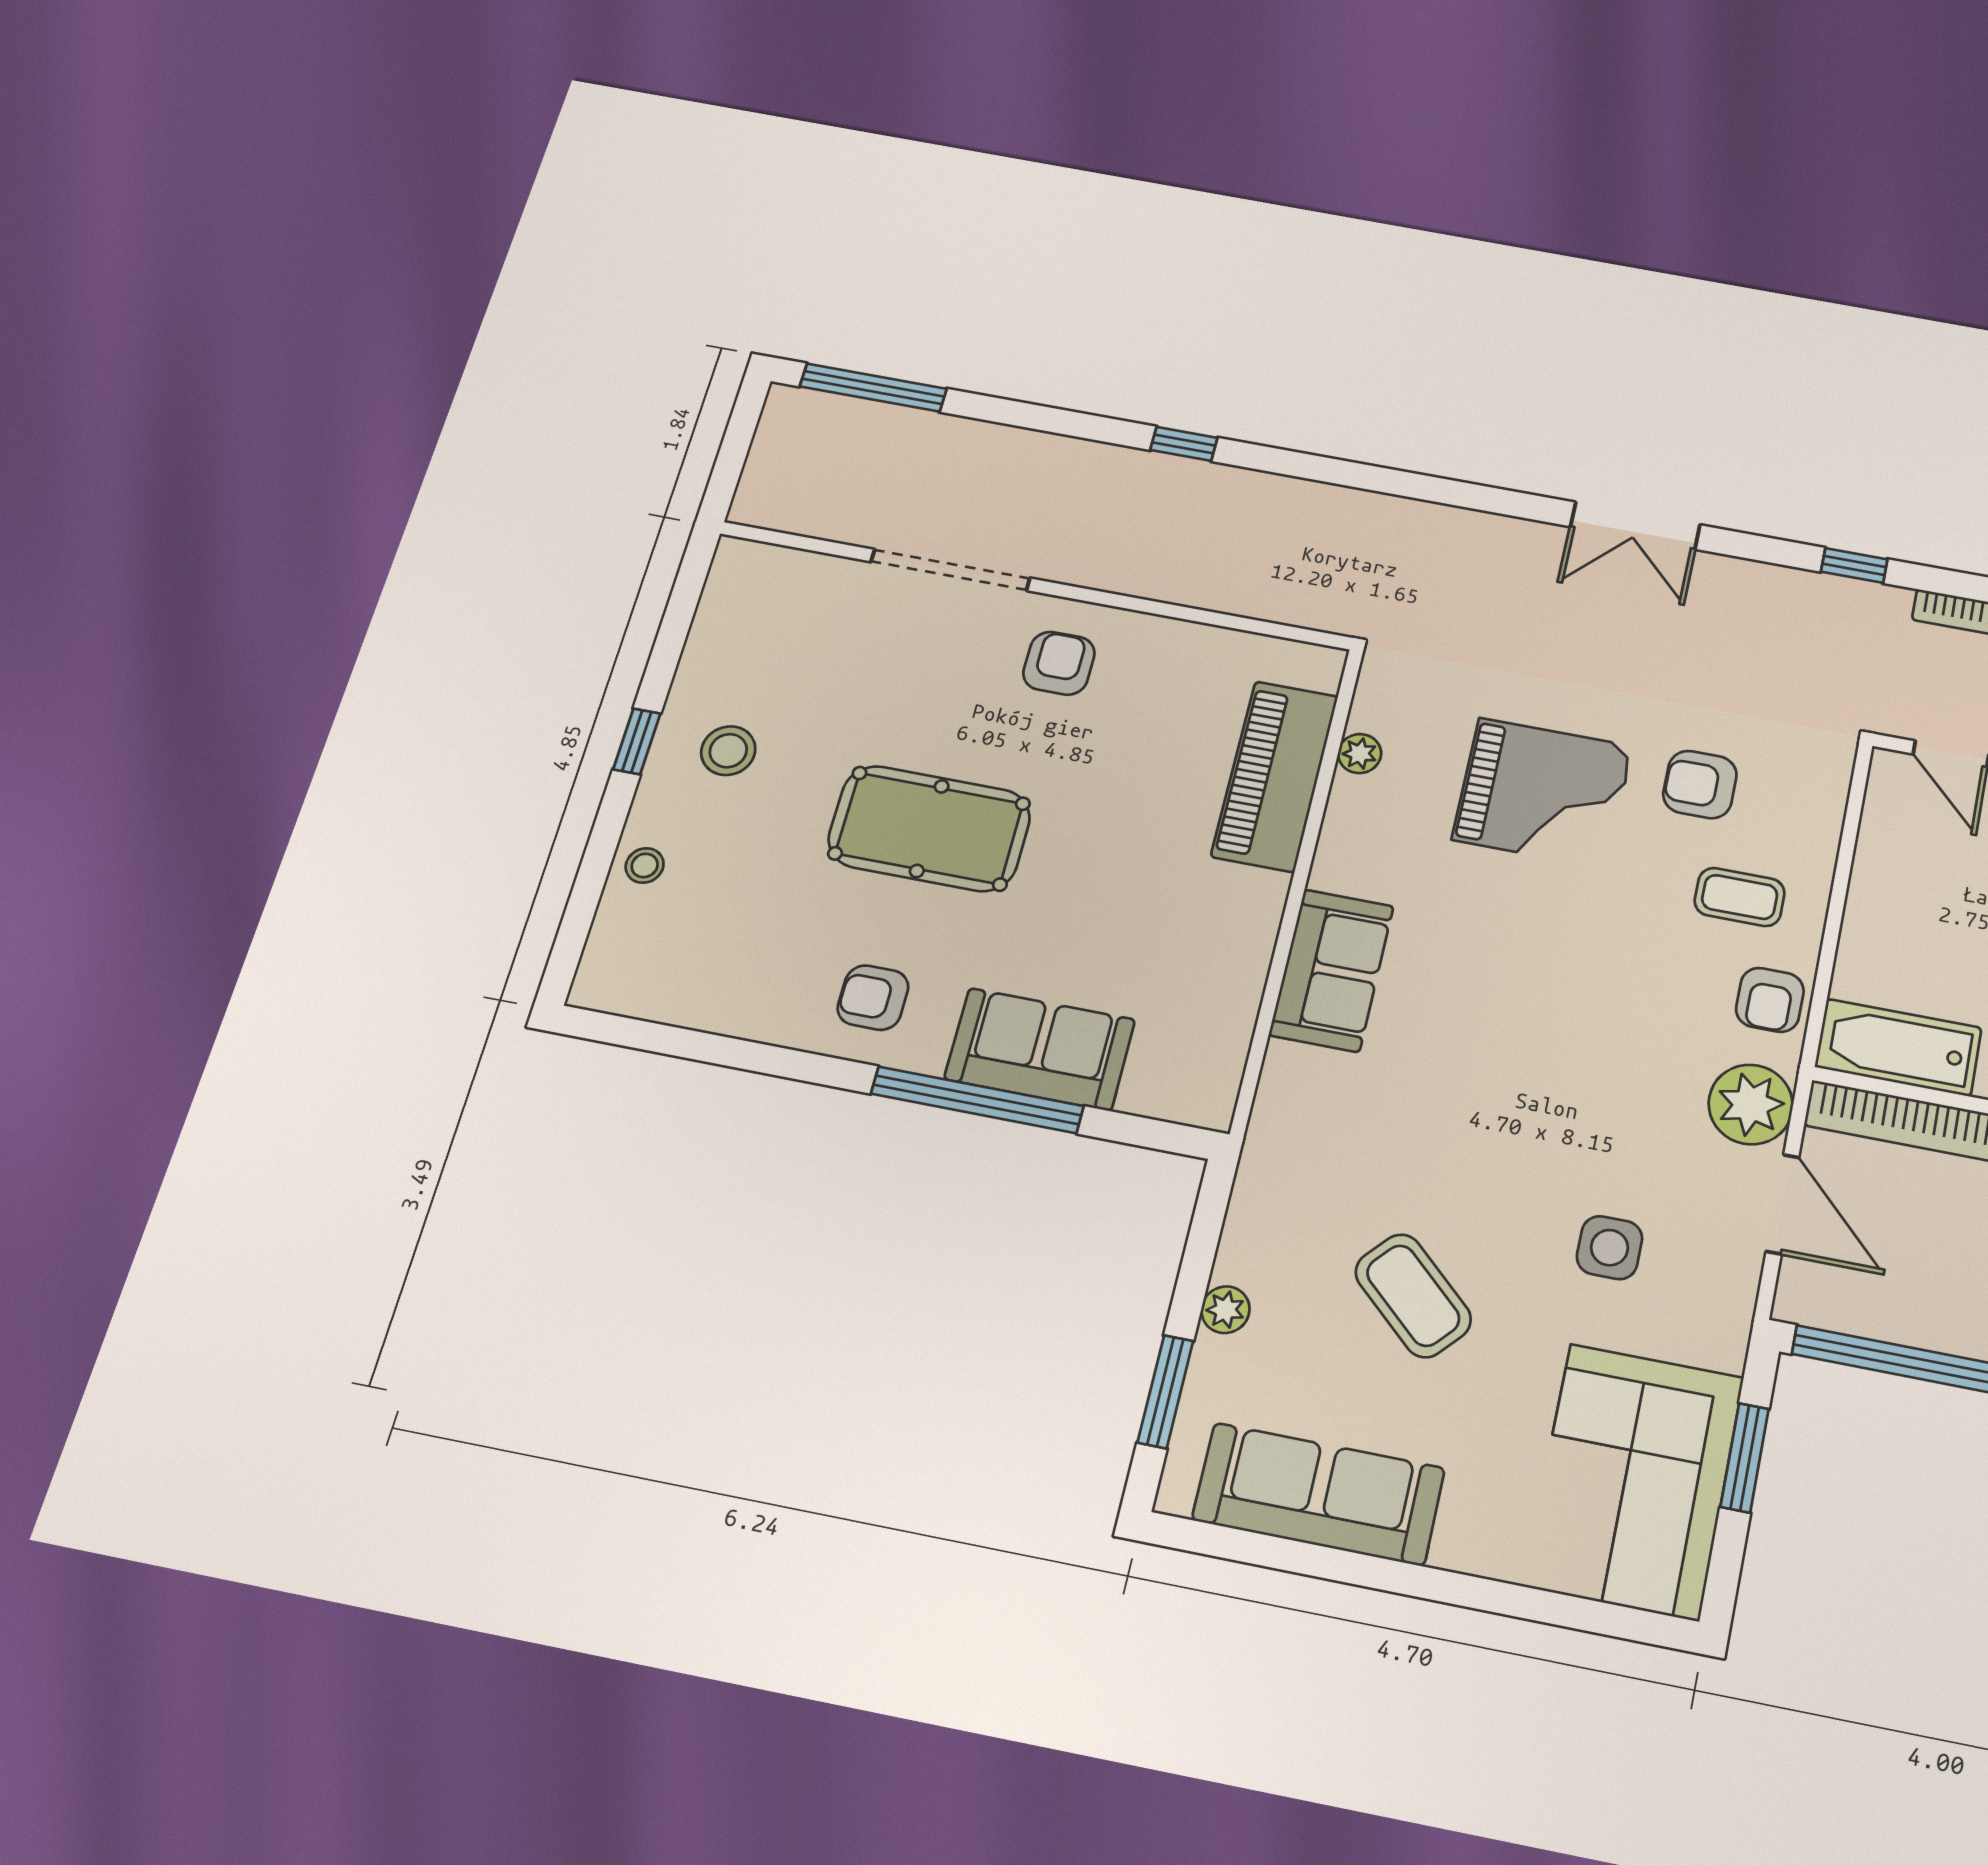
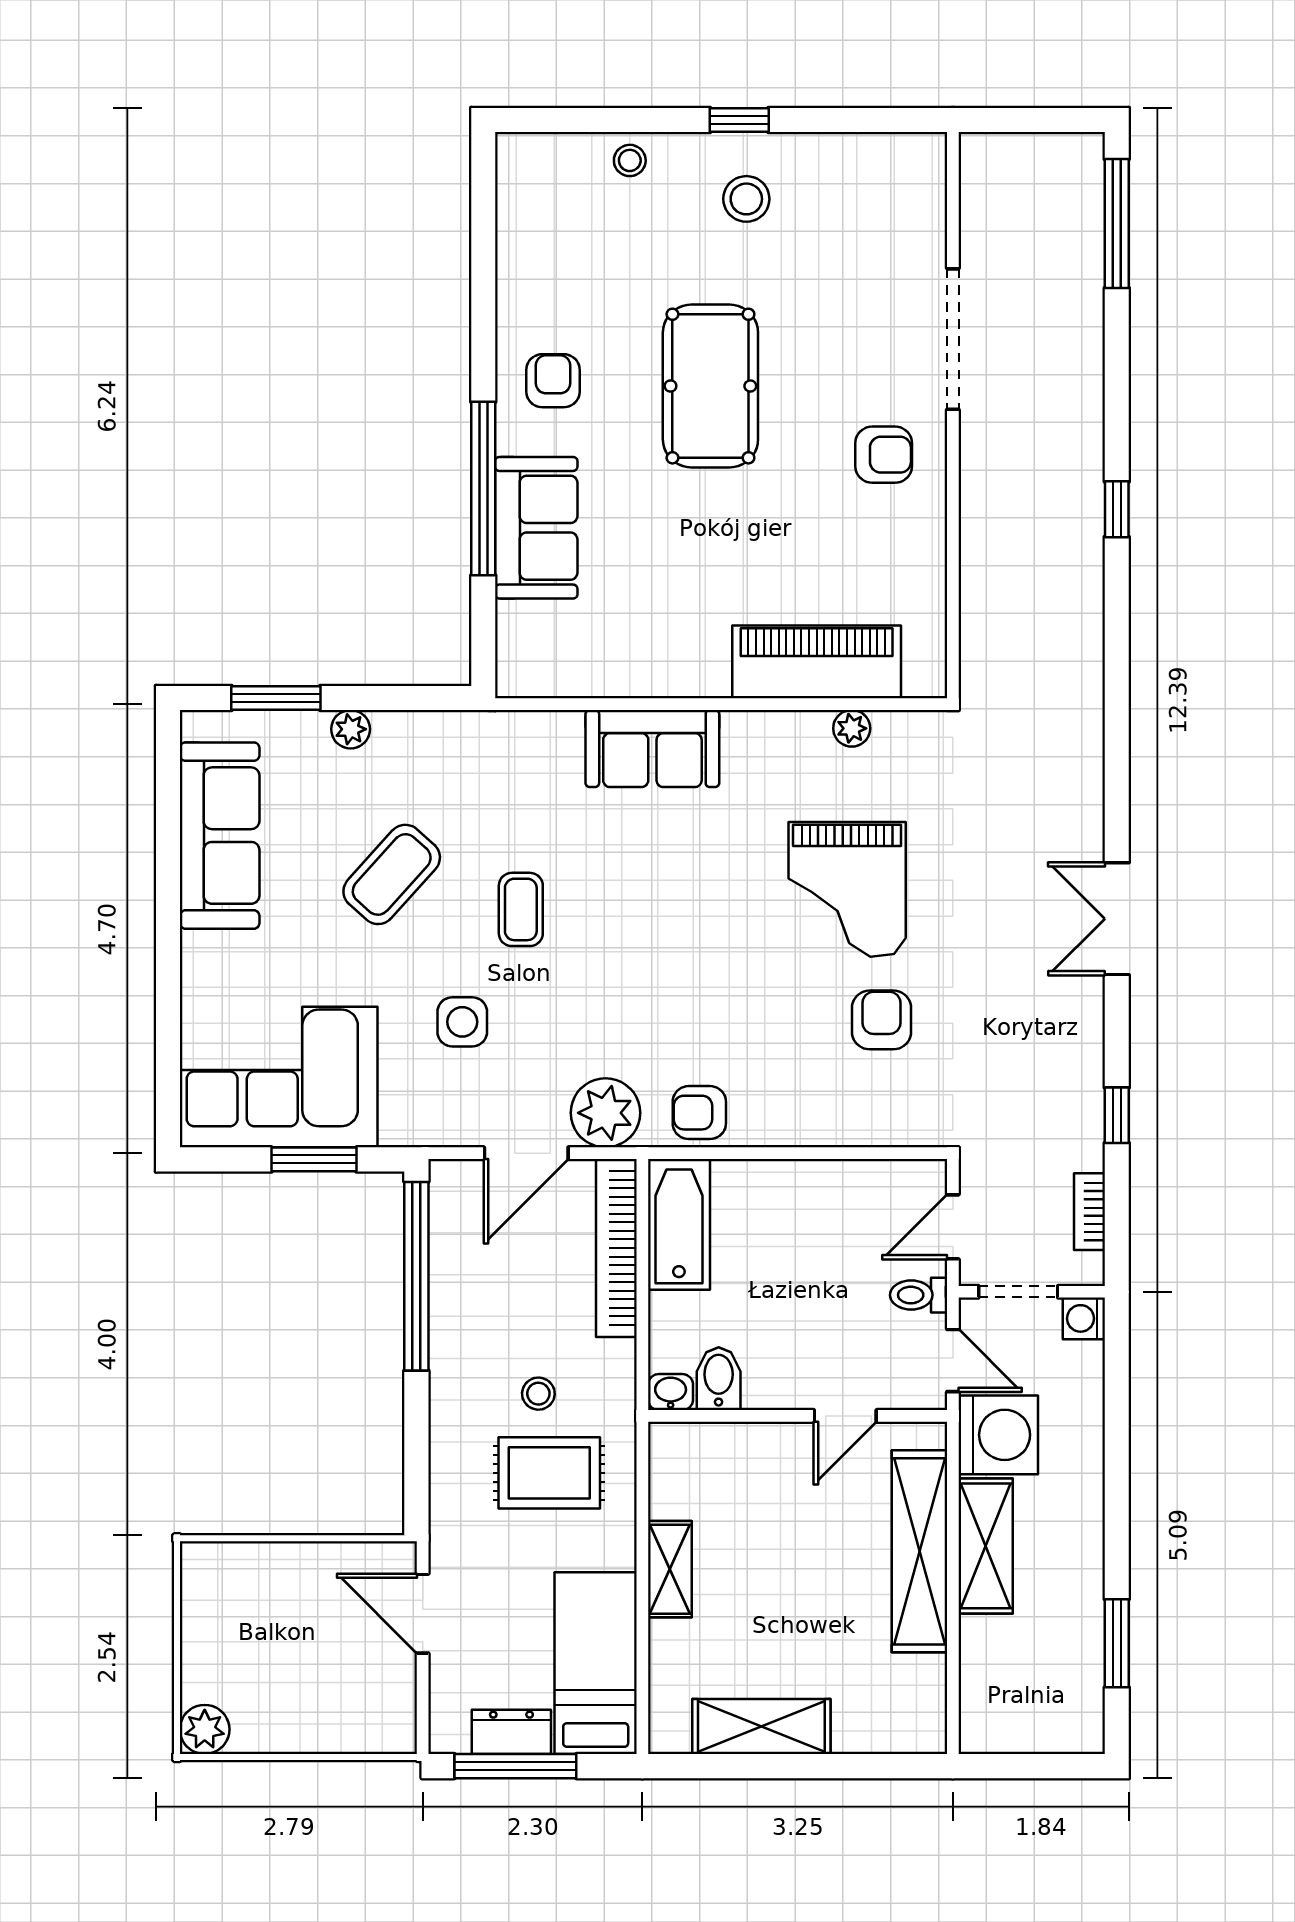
coffee table: (1740, 897) -> (521, 909), moved

